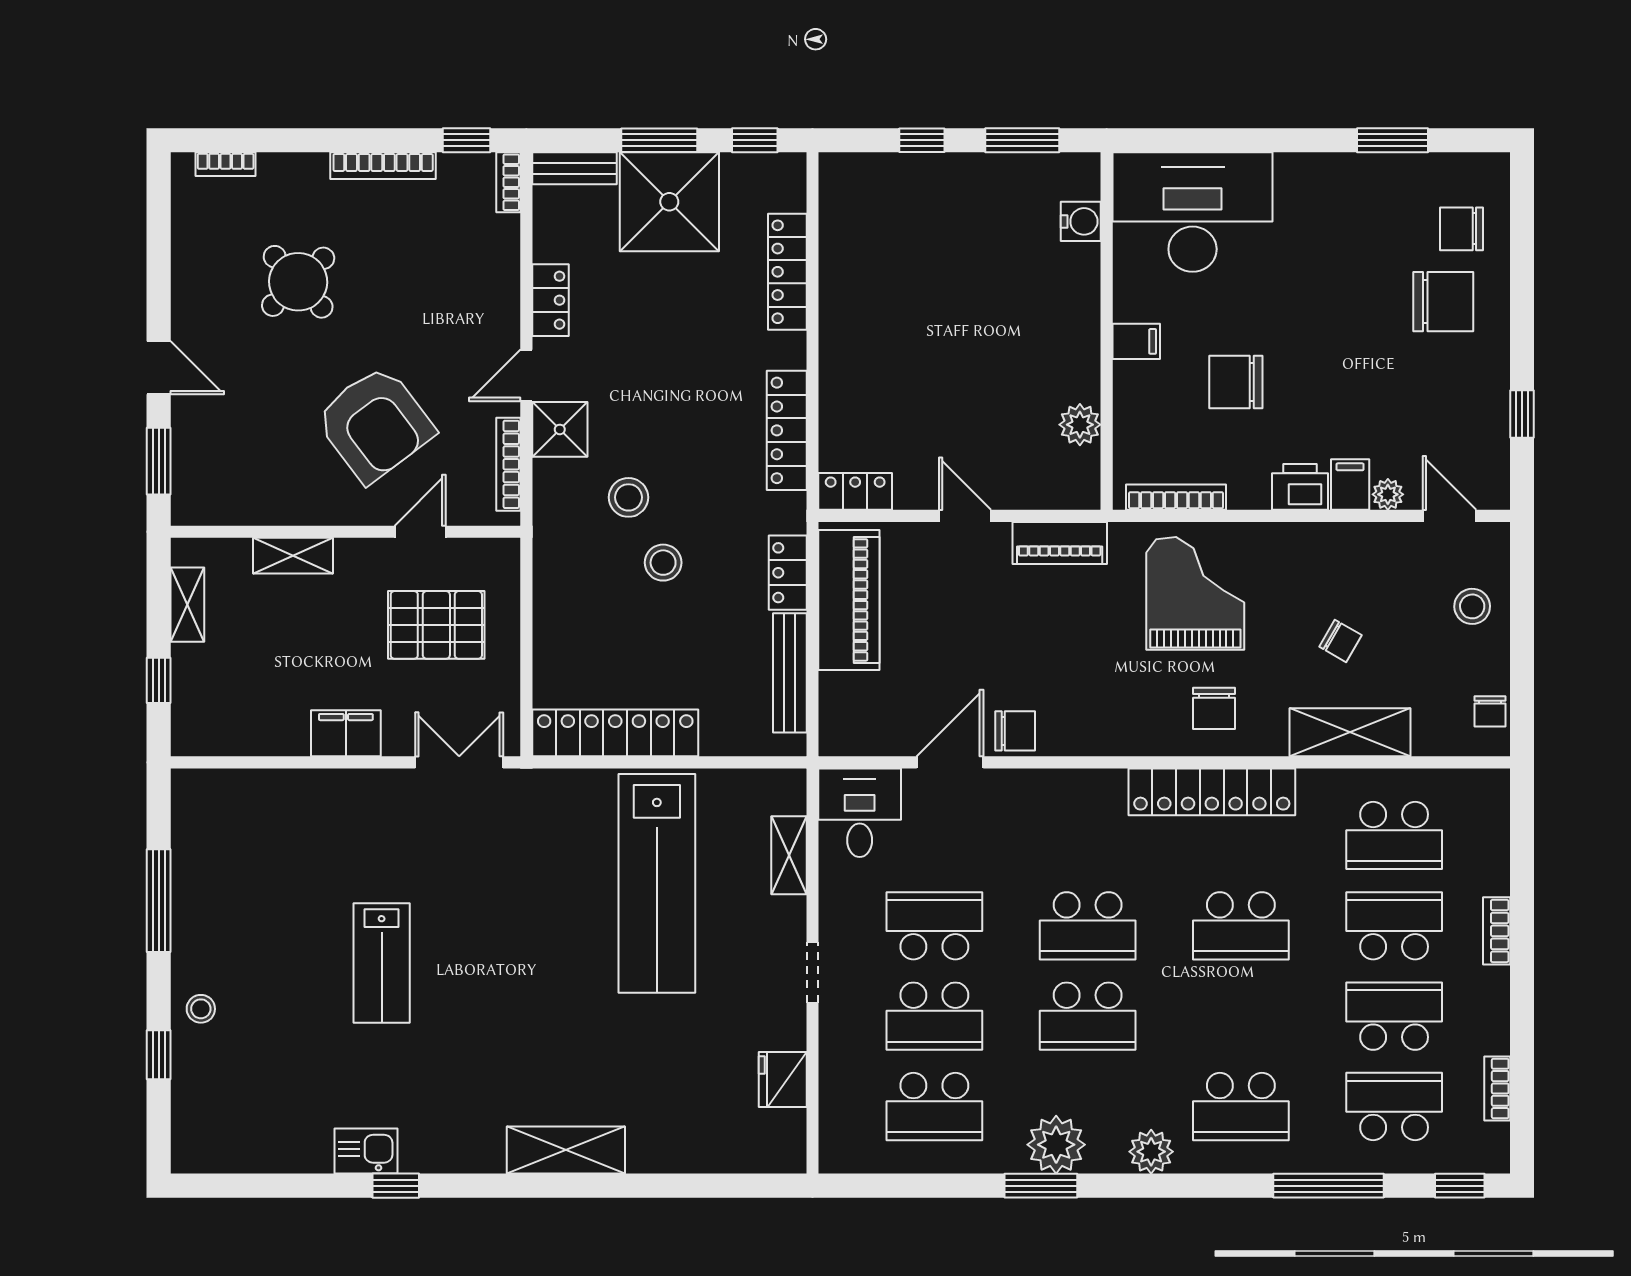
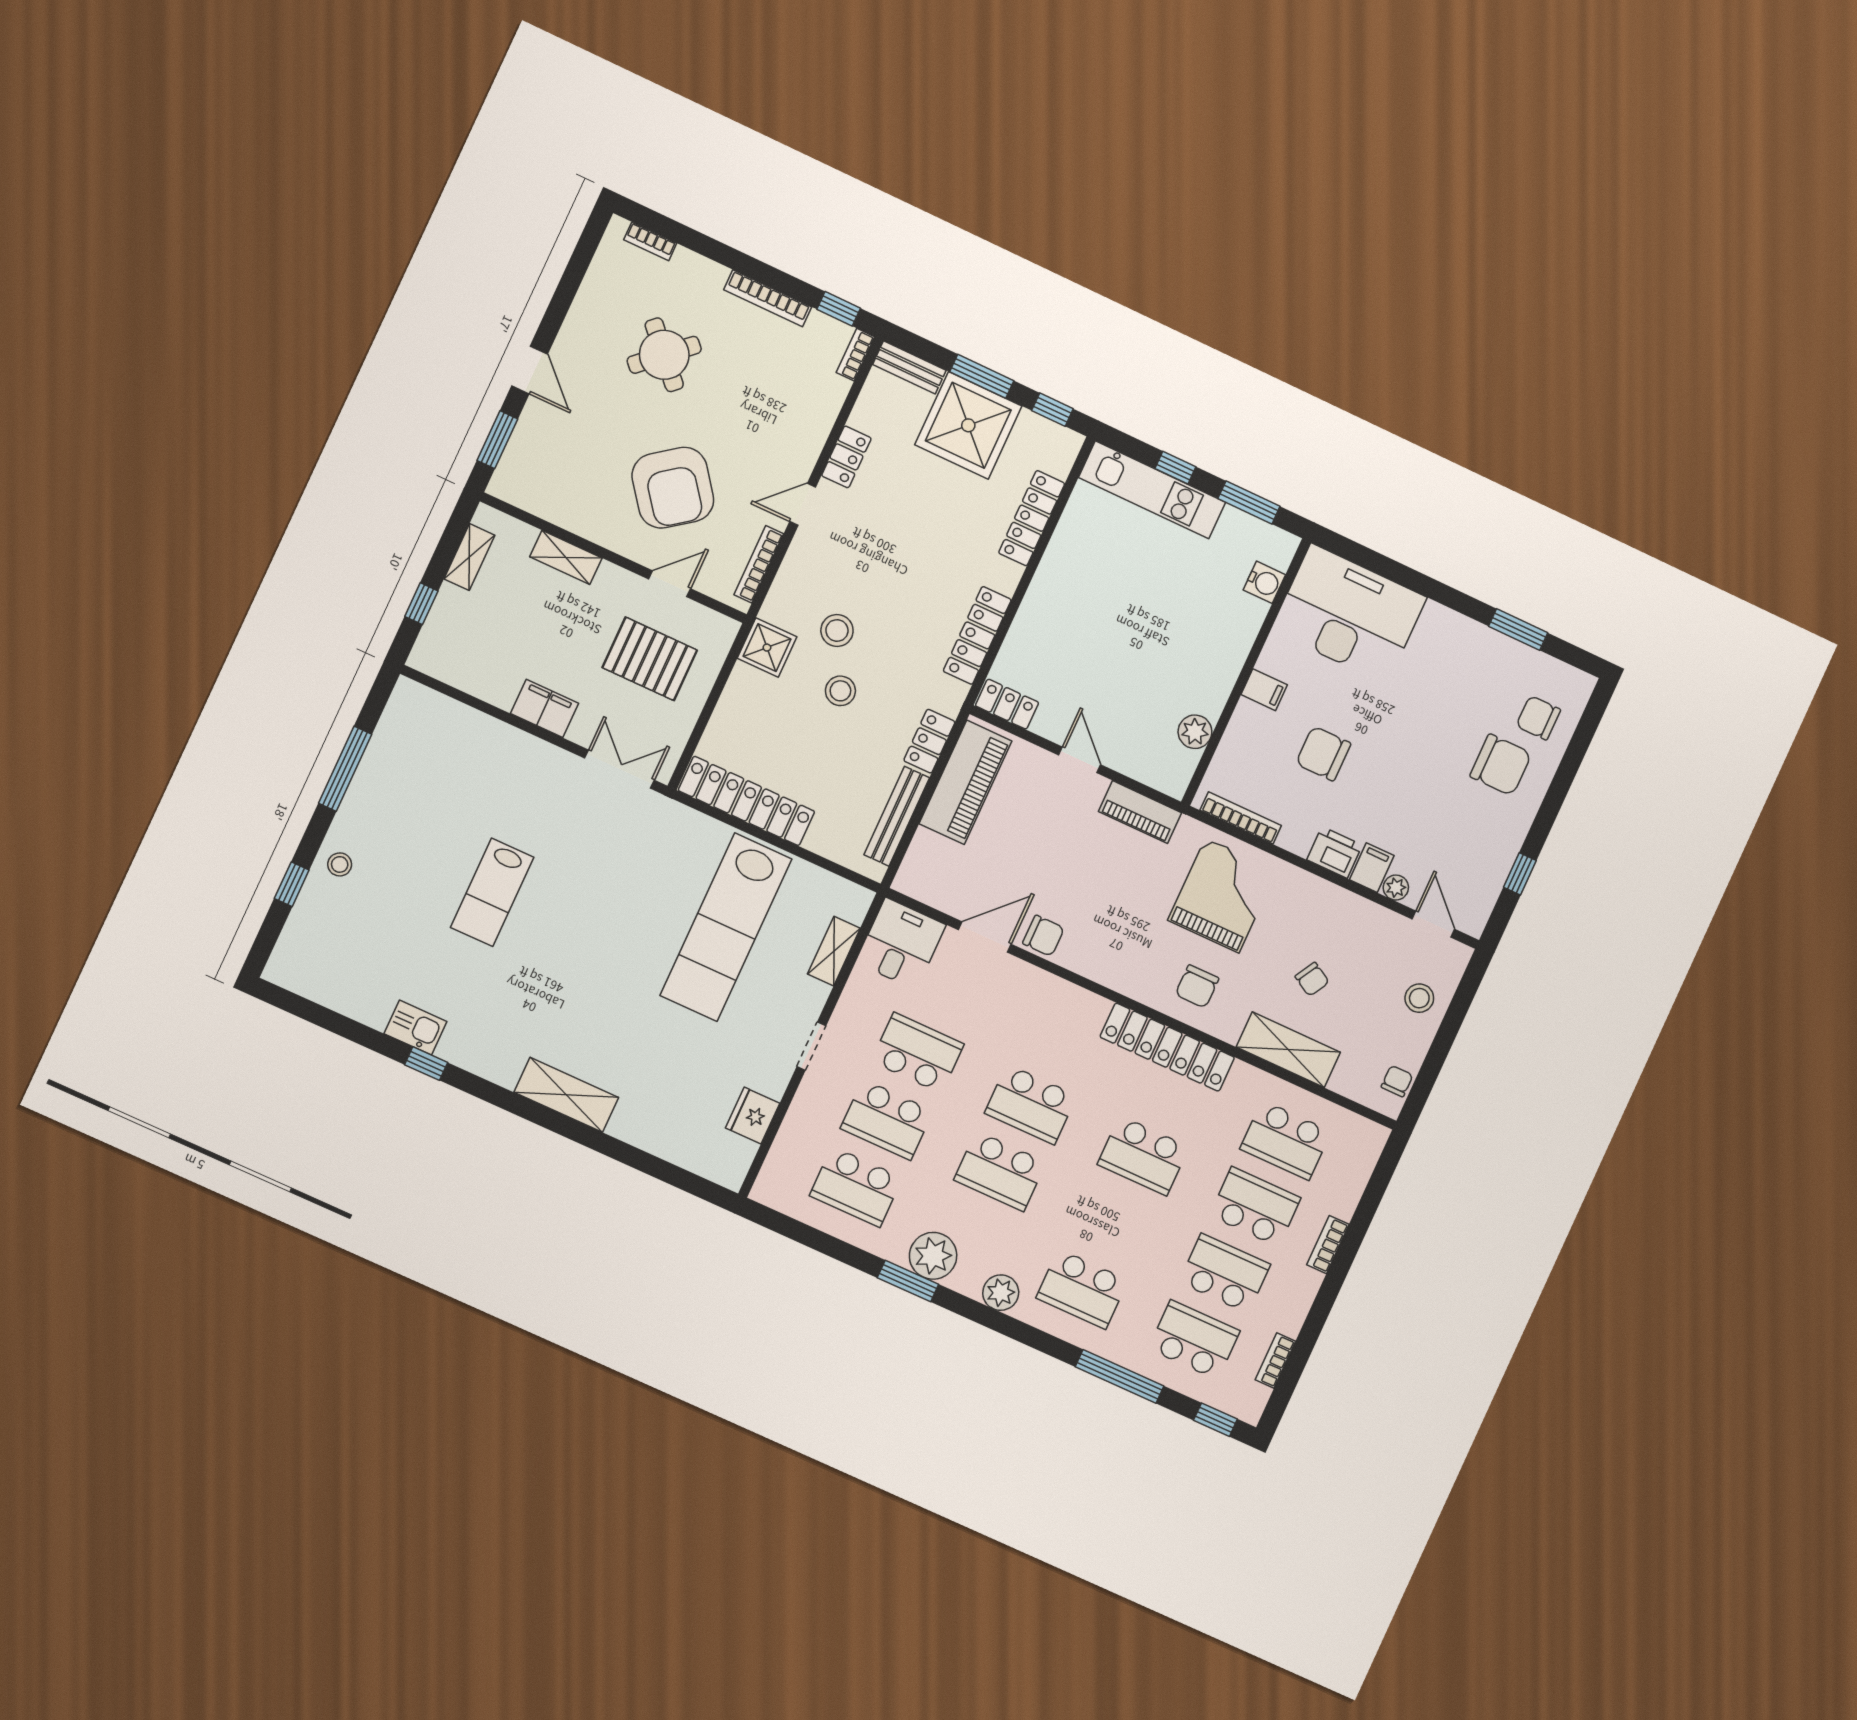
kitchen unit: (907, 177) -> (1152, 490), added
shower: (560, 429) -> (767, 648), moved
chair: (1490, 711) -> (1397, 1081), turned 180

